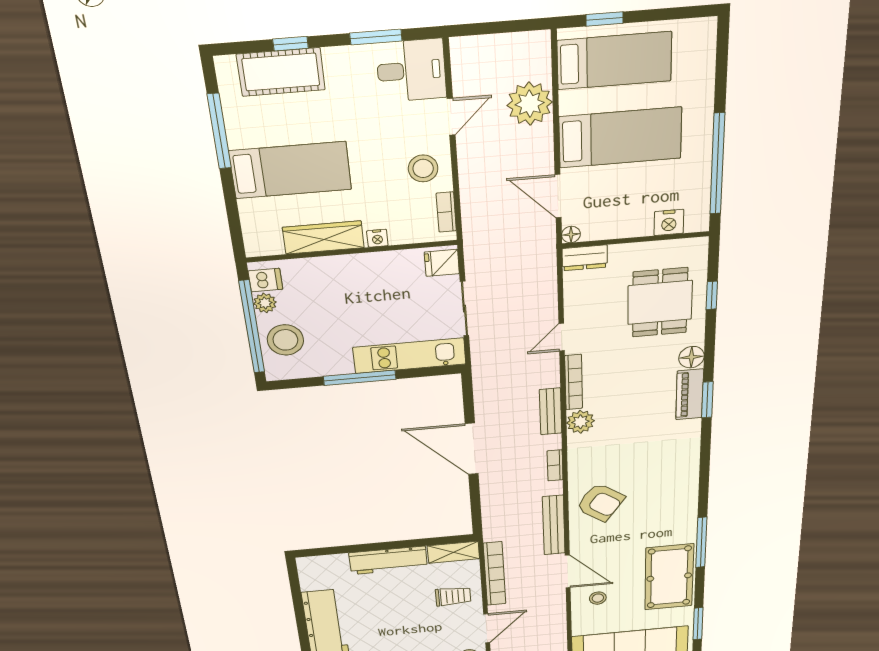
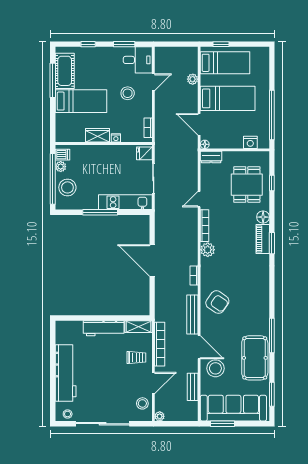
cot: (281, 72) -> (65, 71), moved, turned 90
plant: (530, 104) -> (193, 79), width x0.53, depth x0.53
stool: (423, 168) -> (128, 93), moved
wardrobe: (323, 237) -> (97, 135), width x0.67
bench: (551, 411) -> (193, 387), moved
stool: (598, 598) -> (215, 368), width x1.89, depth x1.89

